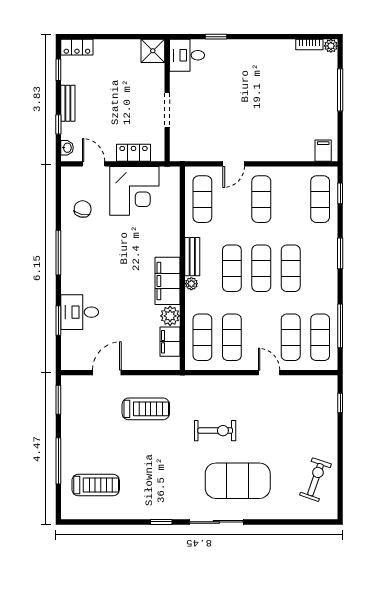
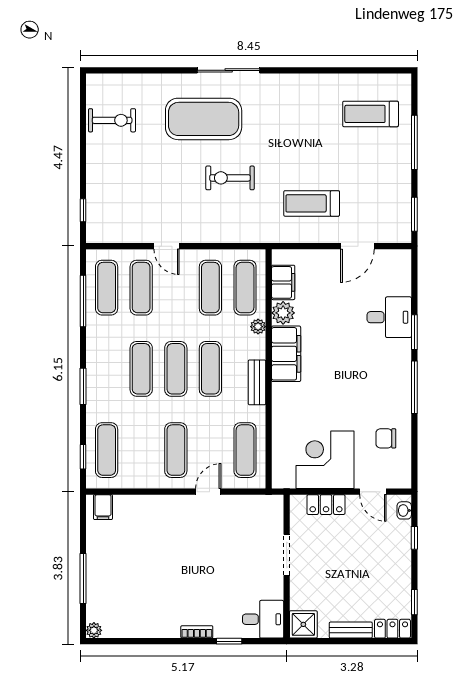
bookcase: (309, 44) -> (197, 632), moved
bench: (68, 103) -> (351, 630), moved, turned 90
chair: (83, 209) -> (386, 438), turned 77
plant: (191, 284) -> (258, 327), moved
window: (58, 320) -> (414, 332), moved
exercise bike: (315, 480) -> (112, 120), turned -109
window: (161, 522) -> (293, 70), removed

